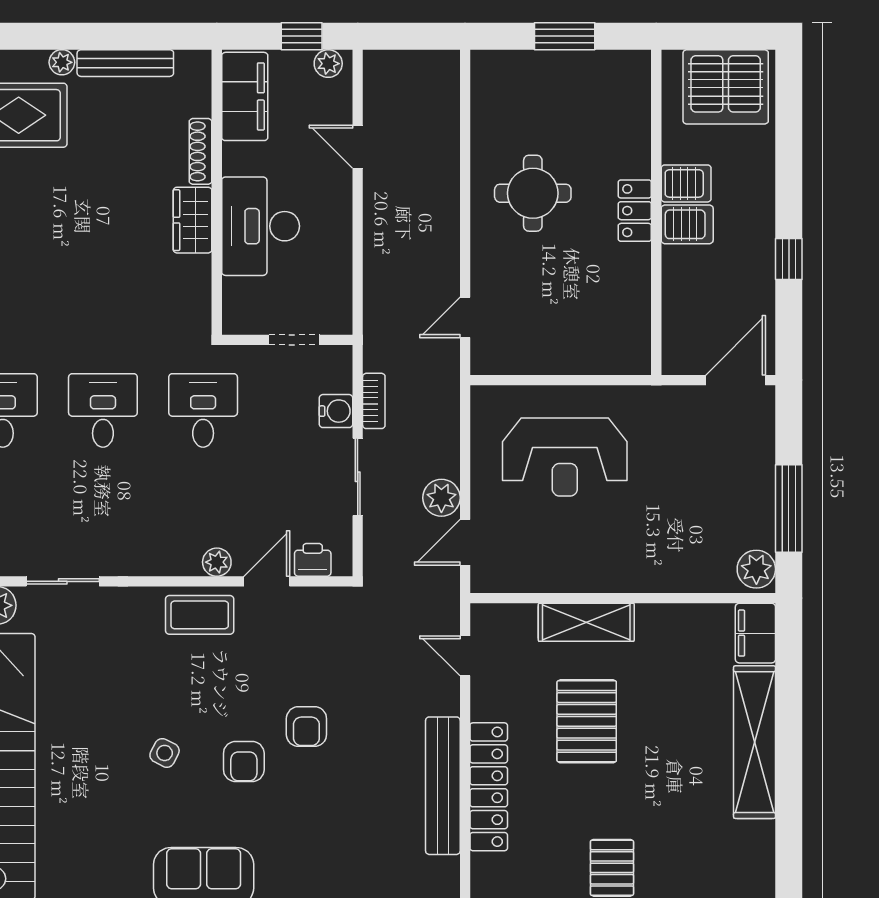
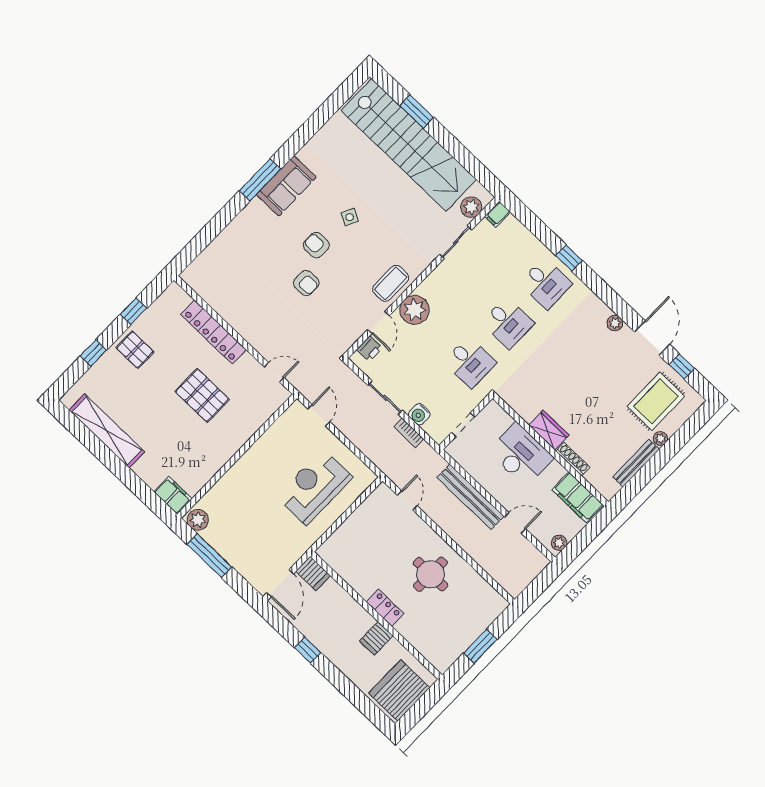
window: (302, 36) -> (580, 543), removed
server rack: (687, 224) -> (313, 573), moved, turned -90
plant: (441, 498) -> (345, 423), removed
plant: (217, 562) -> (415, 310), width x1.87, depth x1.87
shelving: (586, 622) -> (241, 433), removed
armchair: (306, 727) -> (306, 283), turned 180
shelving: (755, 742) -> (107, 431), moved
bench: (443, 786) -> (471, 497), moved

